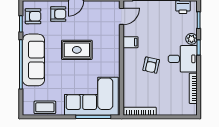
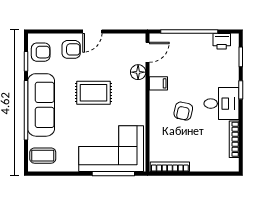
floor lamp: (114, 33) -> (138, 72), added
plant: (192, 39) -> (232, 79), removed
coffee table: (45, 107) -> (43, 156), moved

